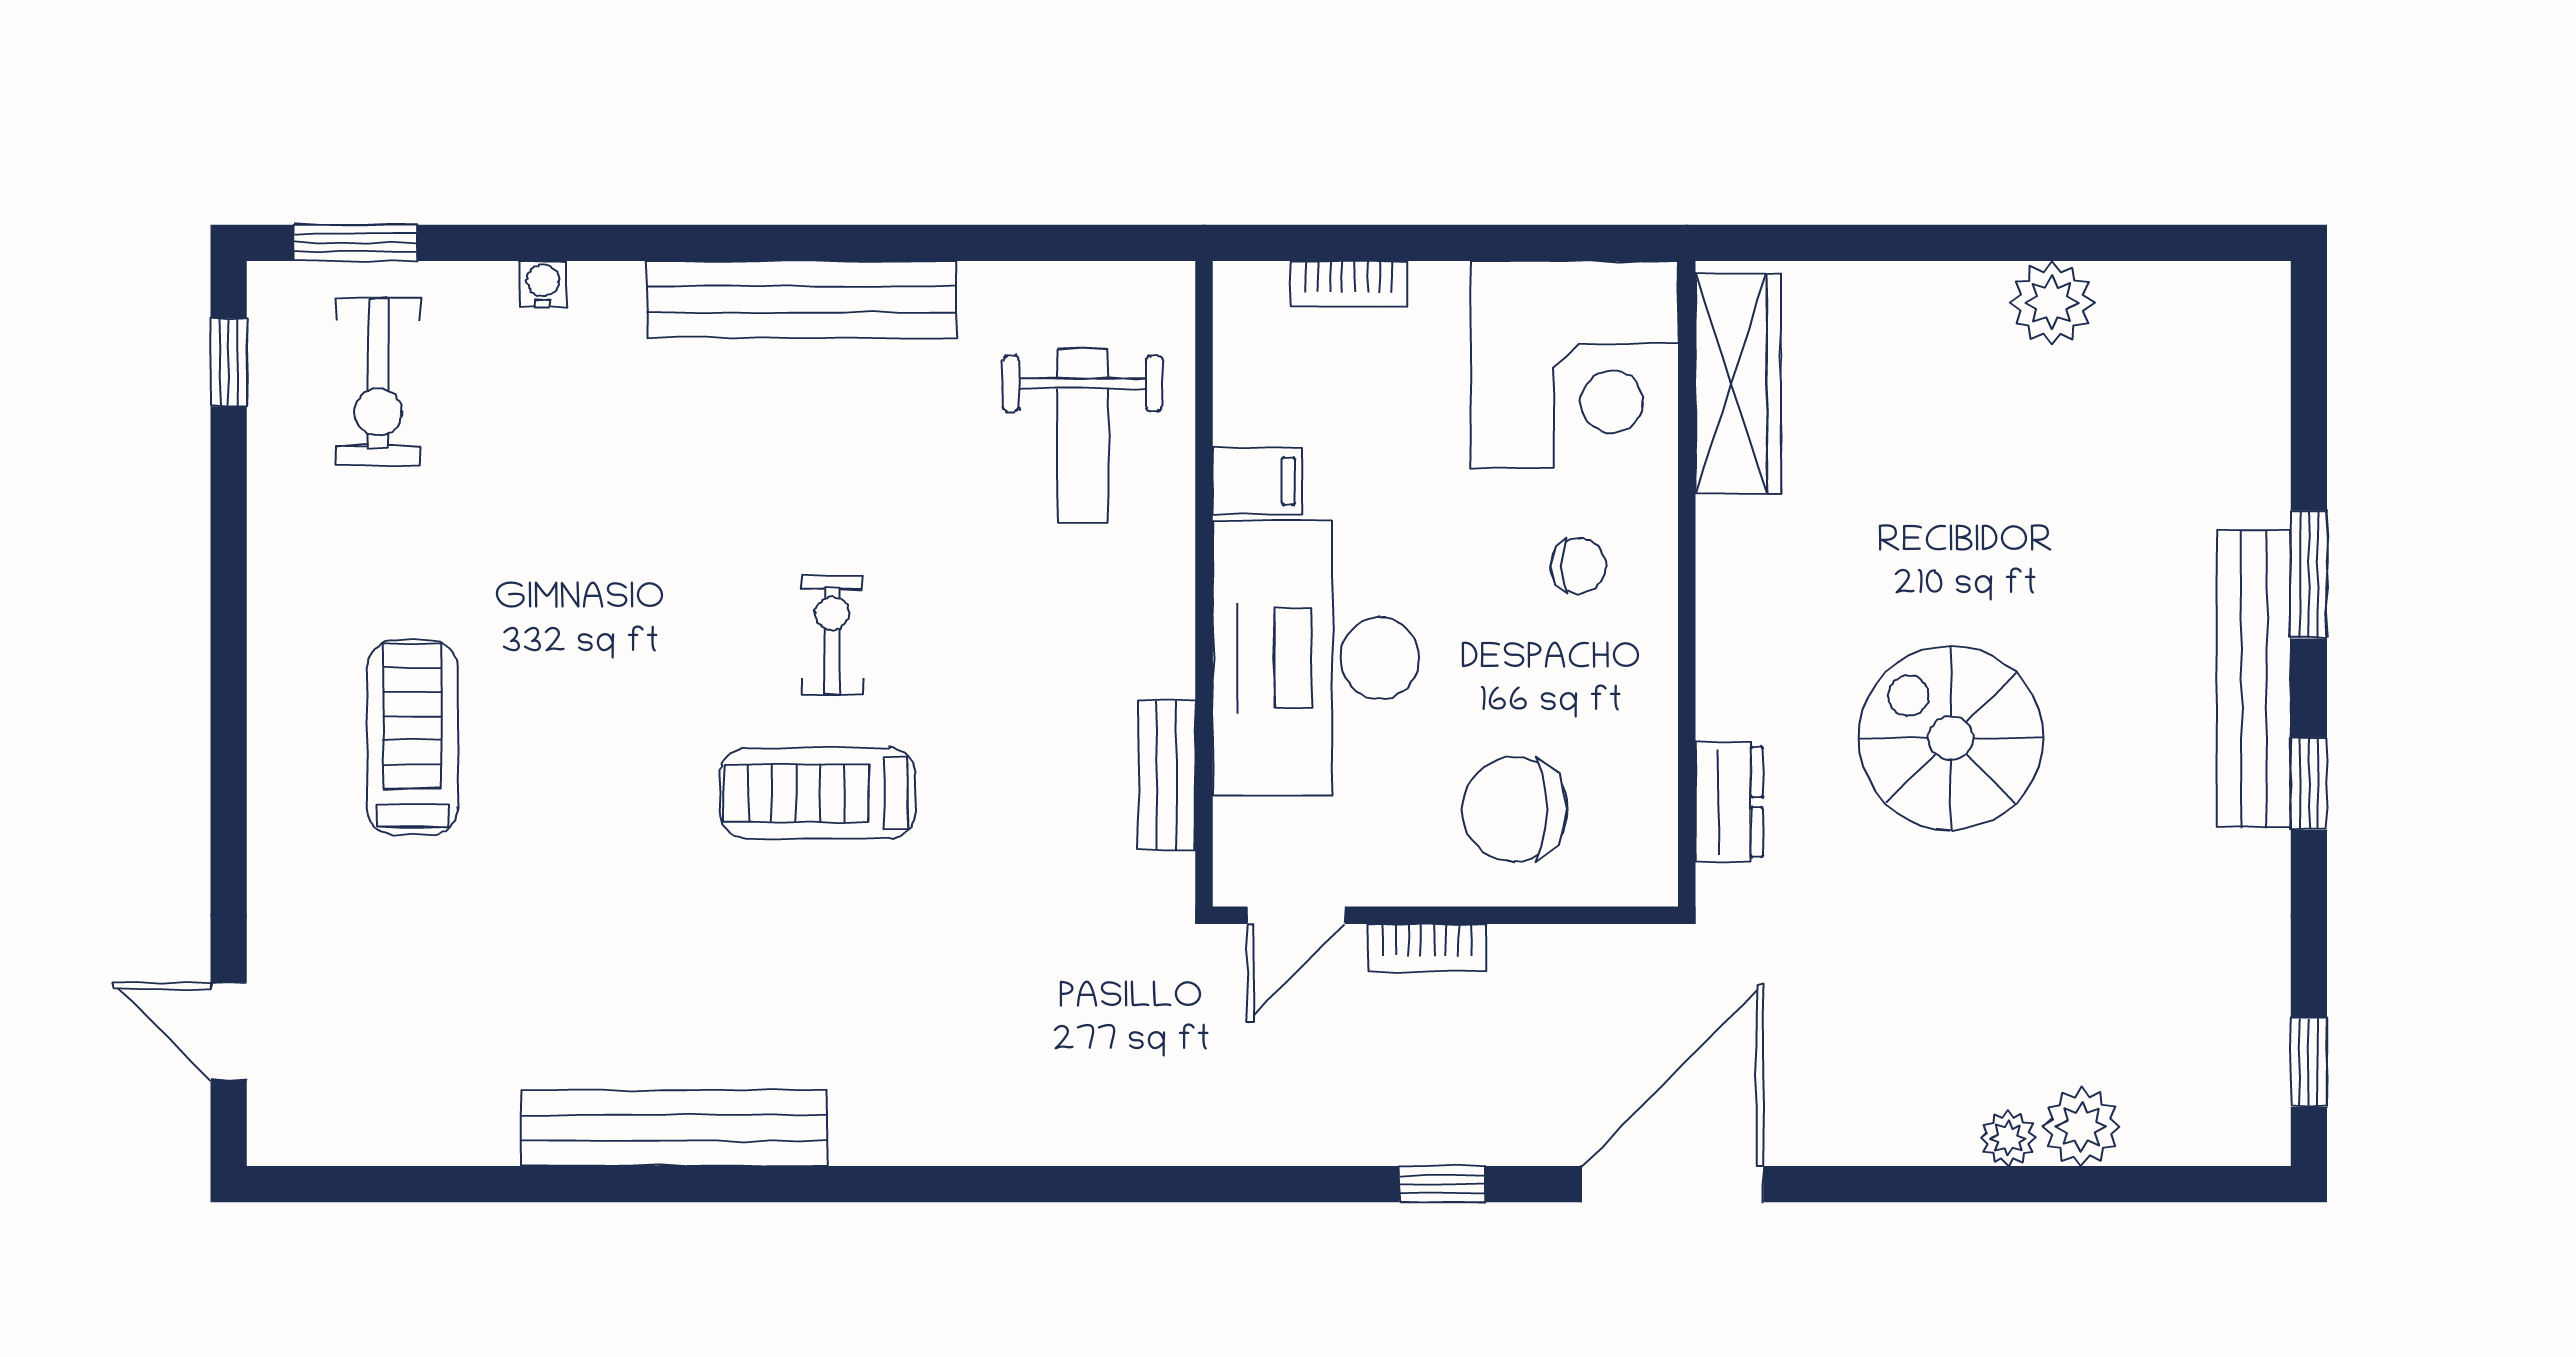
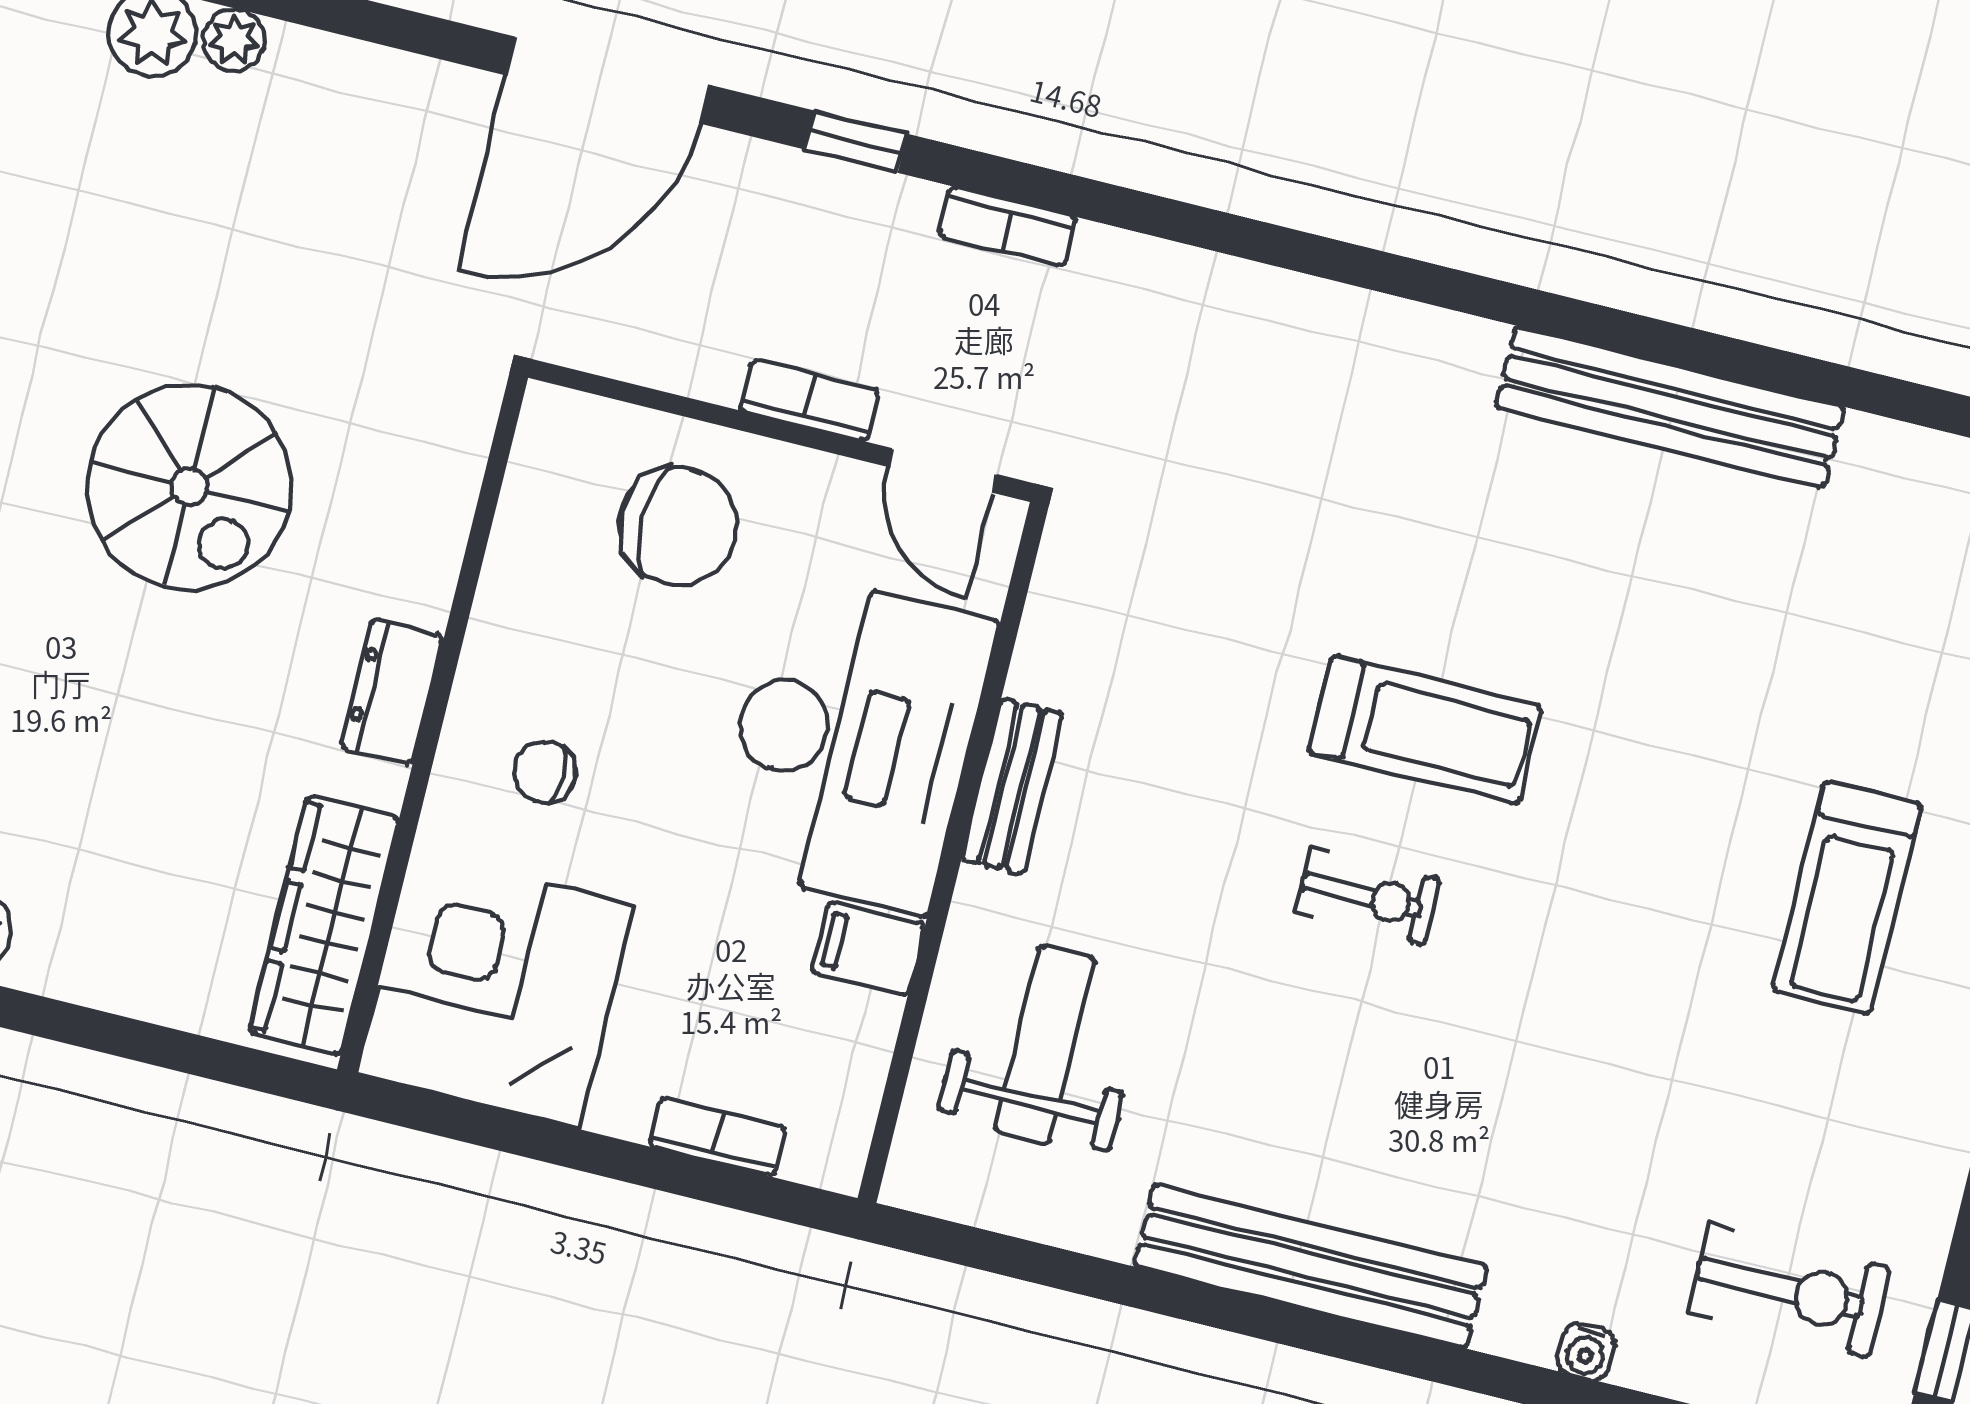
exercise bike: (378, 382) -> (1789, 1290), turned 90
exercise bike: (832, 635) -> (1367, 896), turned -90
bench: (1167, 776) -> (1012, 786), moved
dresser: (1729, 802) -> (392, 691), moved
door: (1296, 915) -> (942, 471), swing flipped
bookcase: (1292, 1143) -> (1008, 226), added

